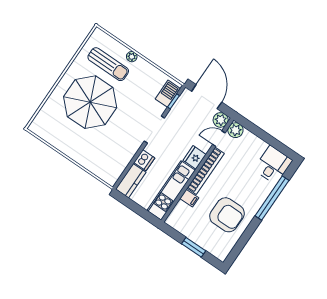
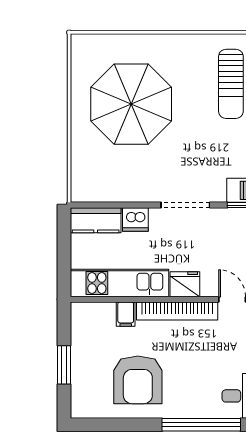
parasol: (90, 102) -> (131, 104), moved

